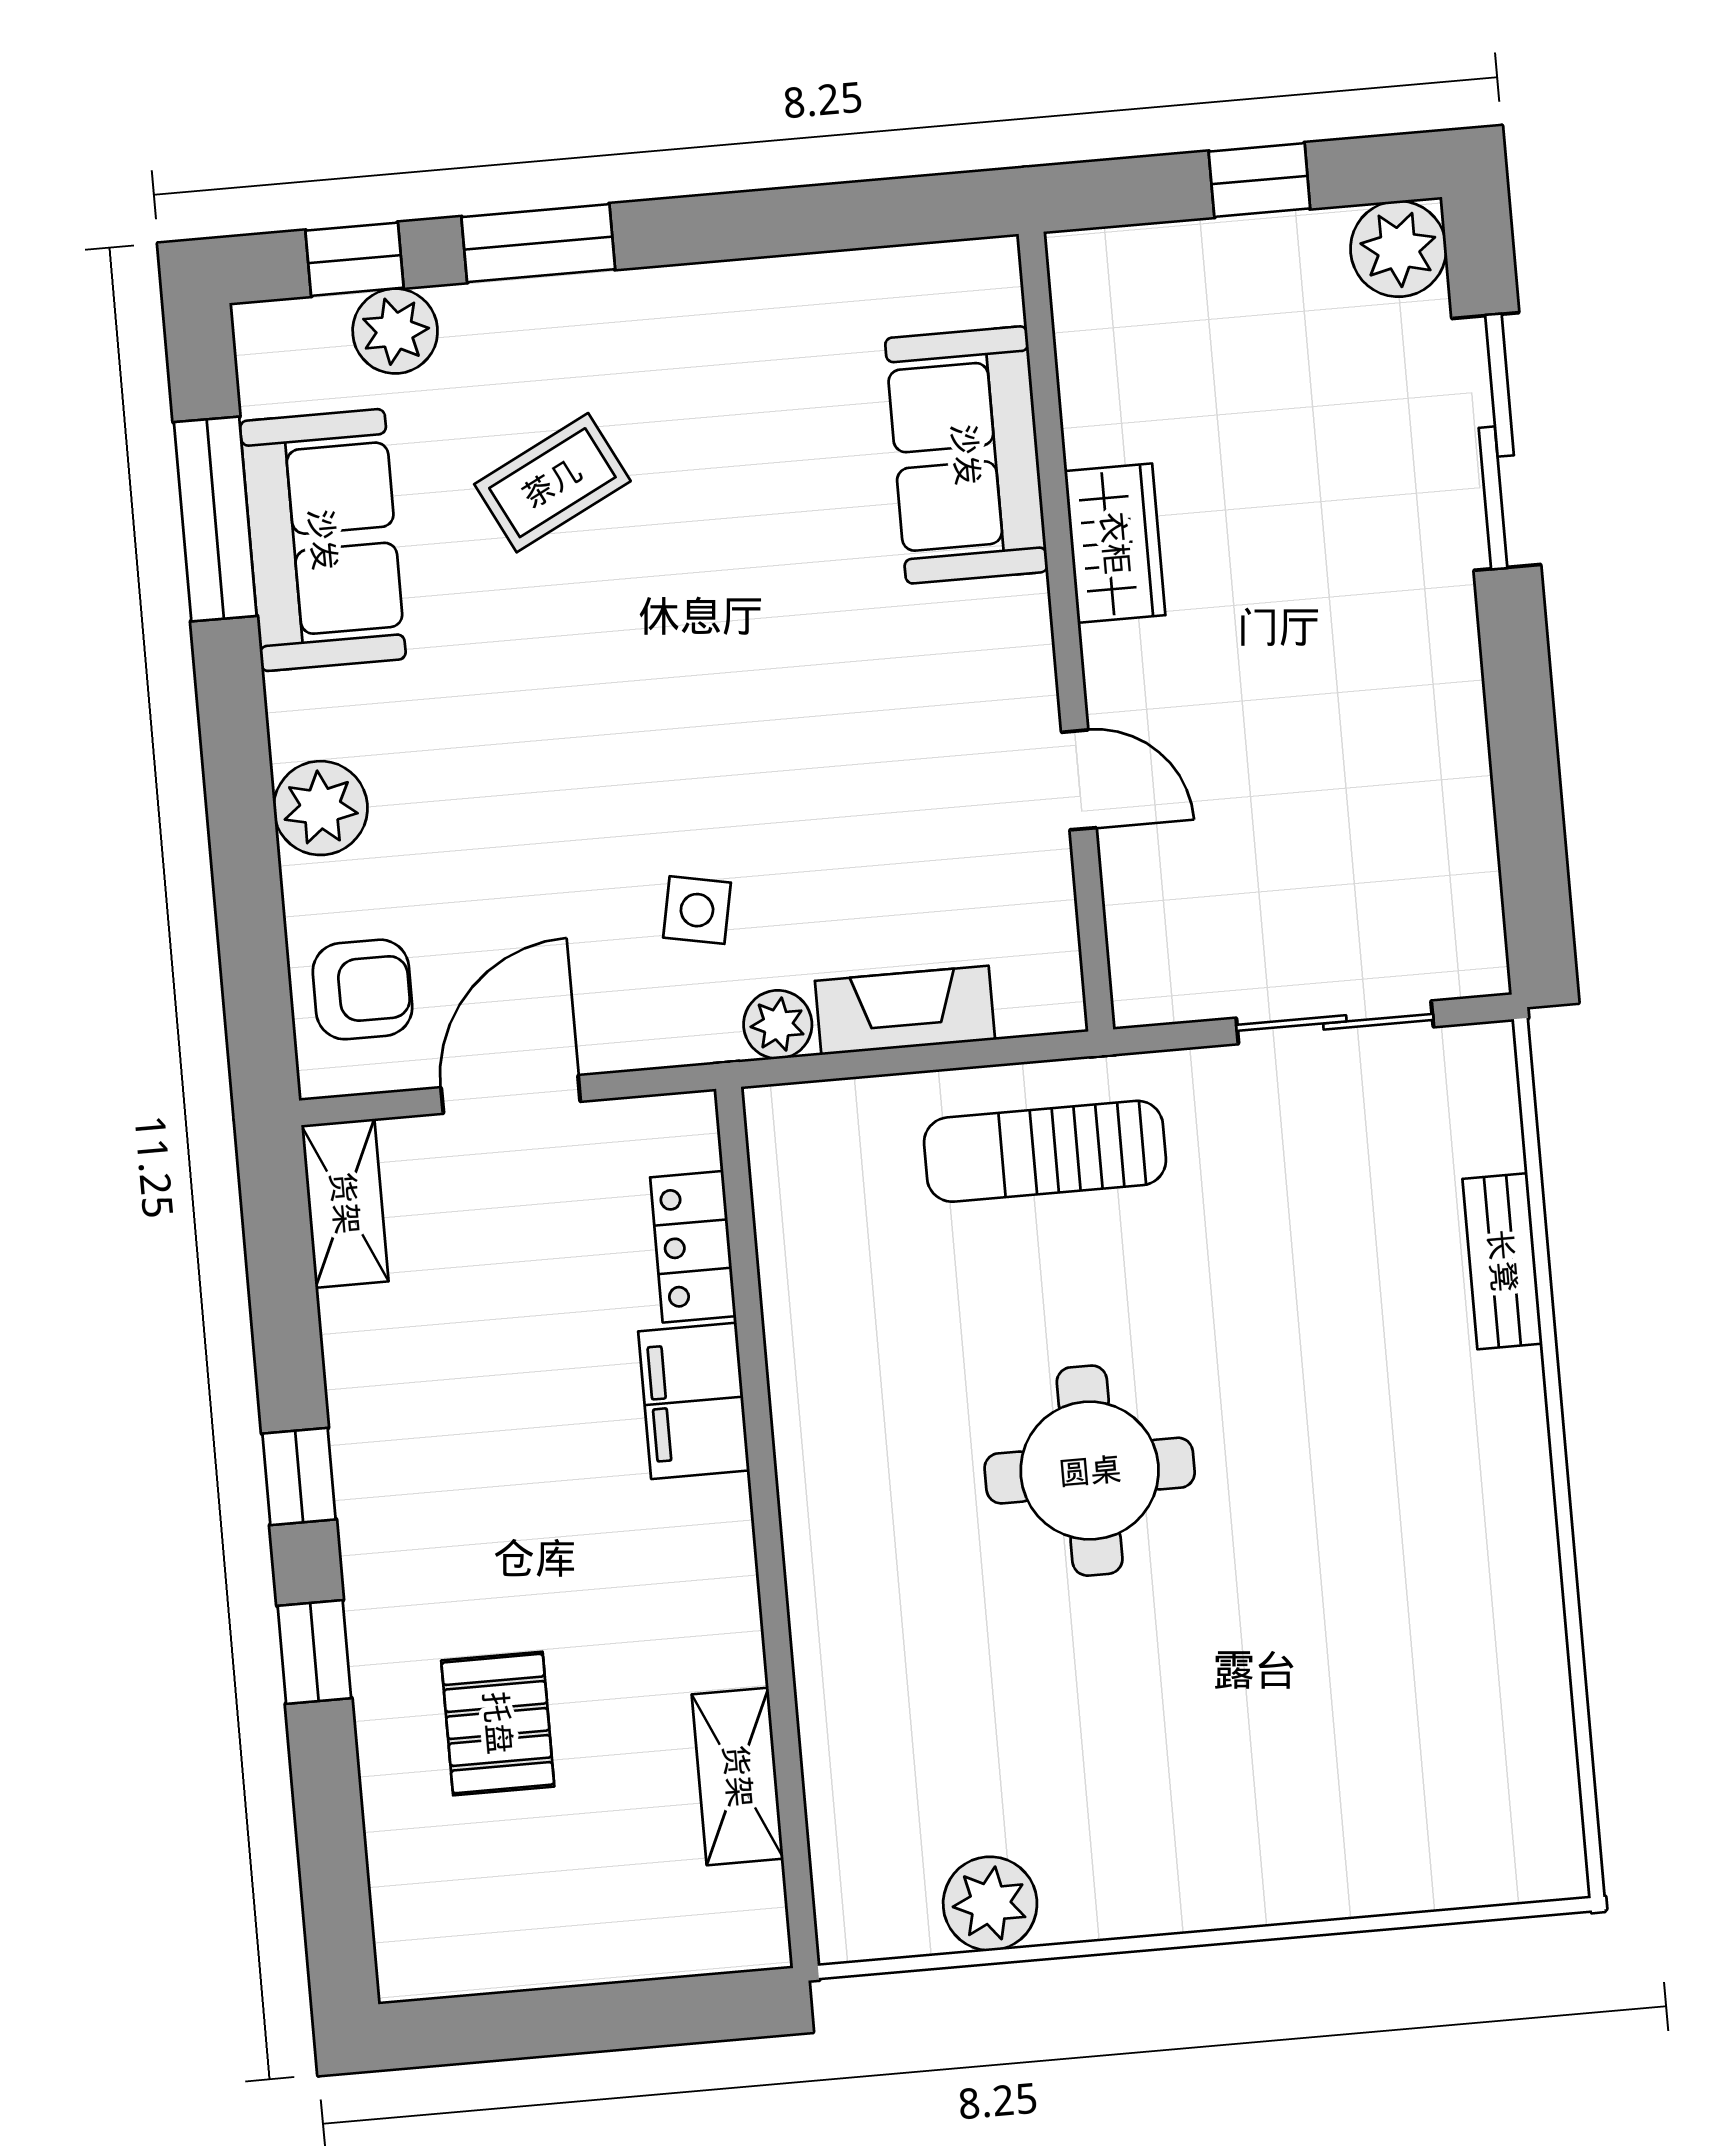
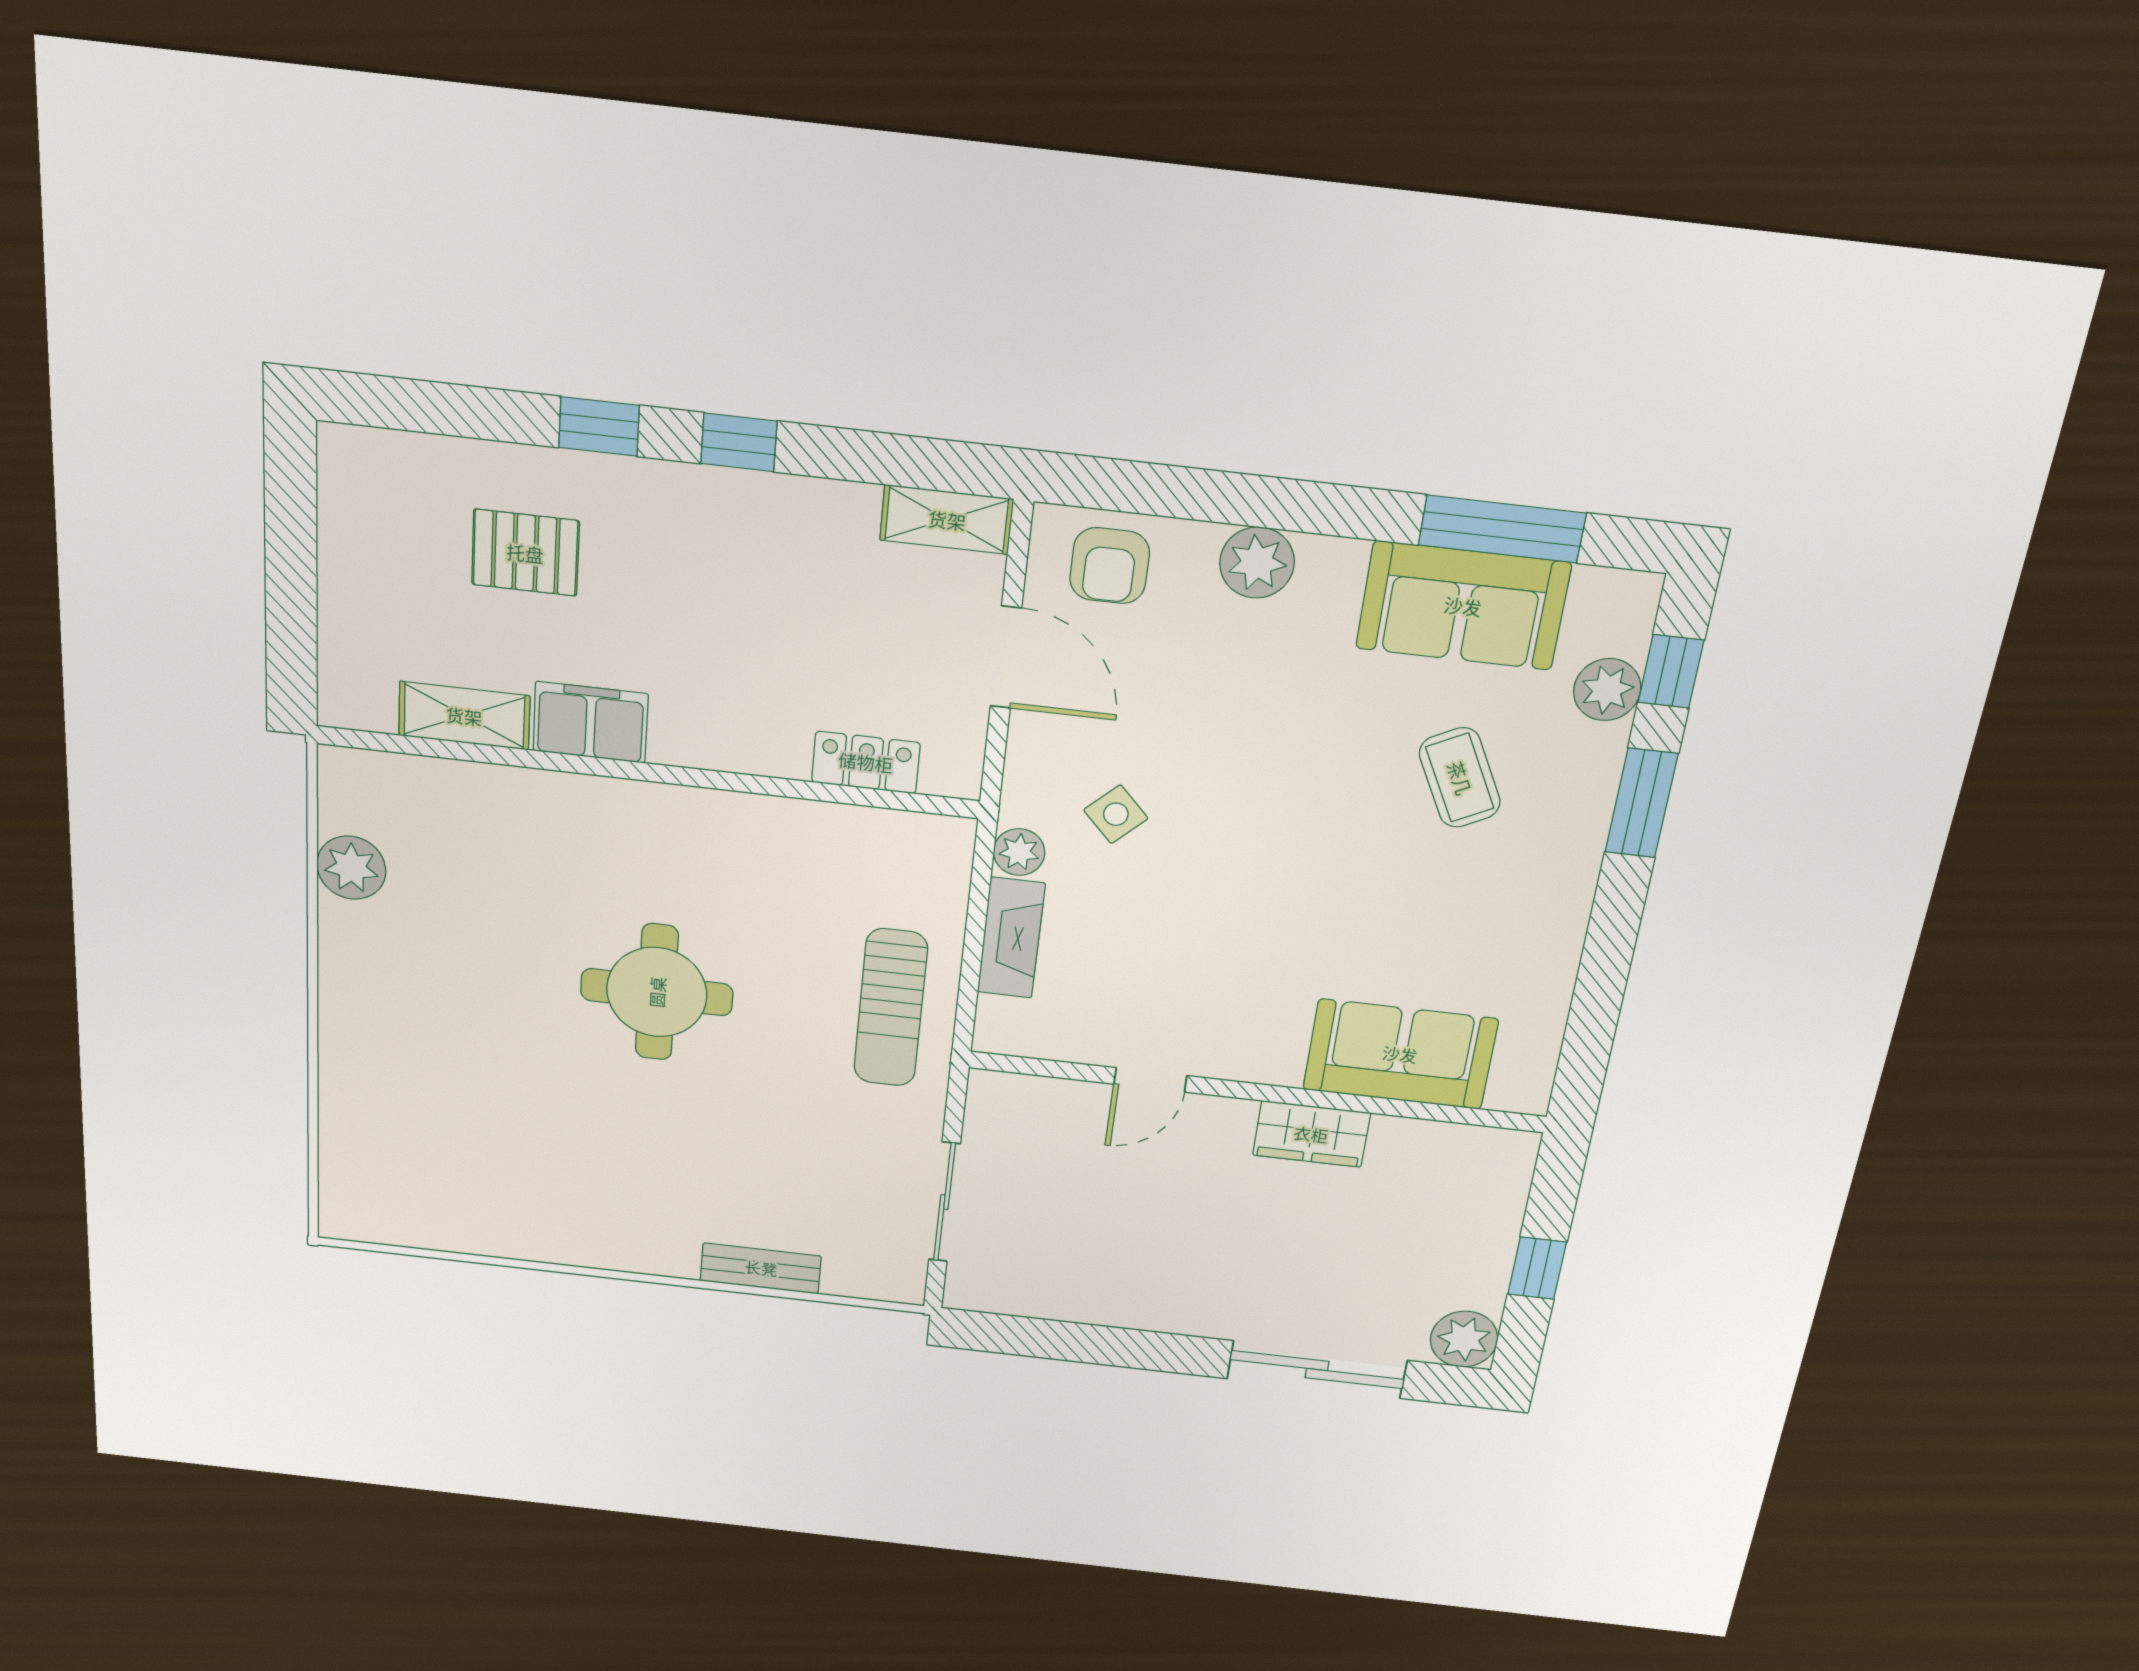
side table: (697, 910) -> (1116, 814), turned 35
sun lounger: (1045, 1151) -> (891, 1008), turned 180
filing cabinet: (694, 1401) -> (591, 722), moved

